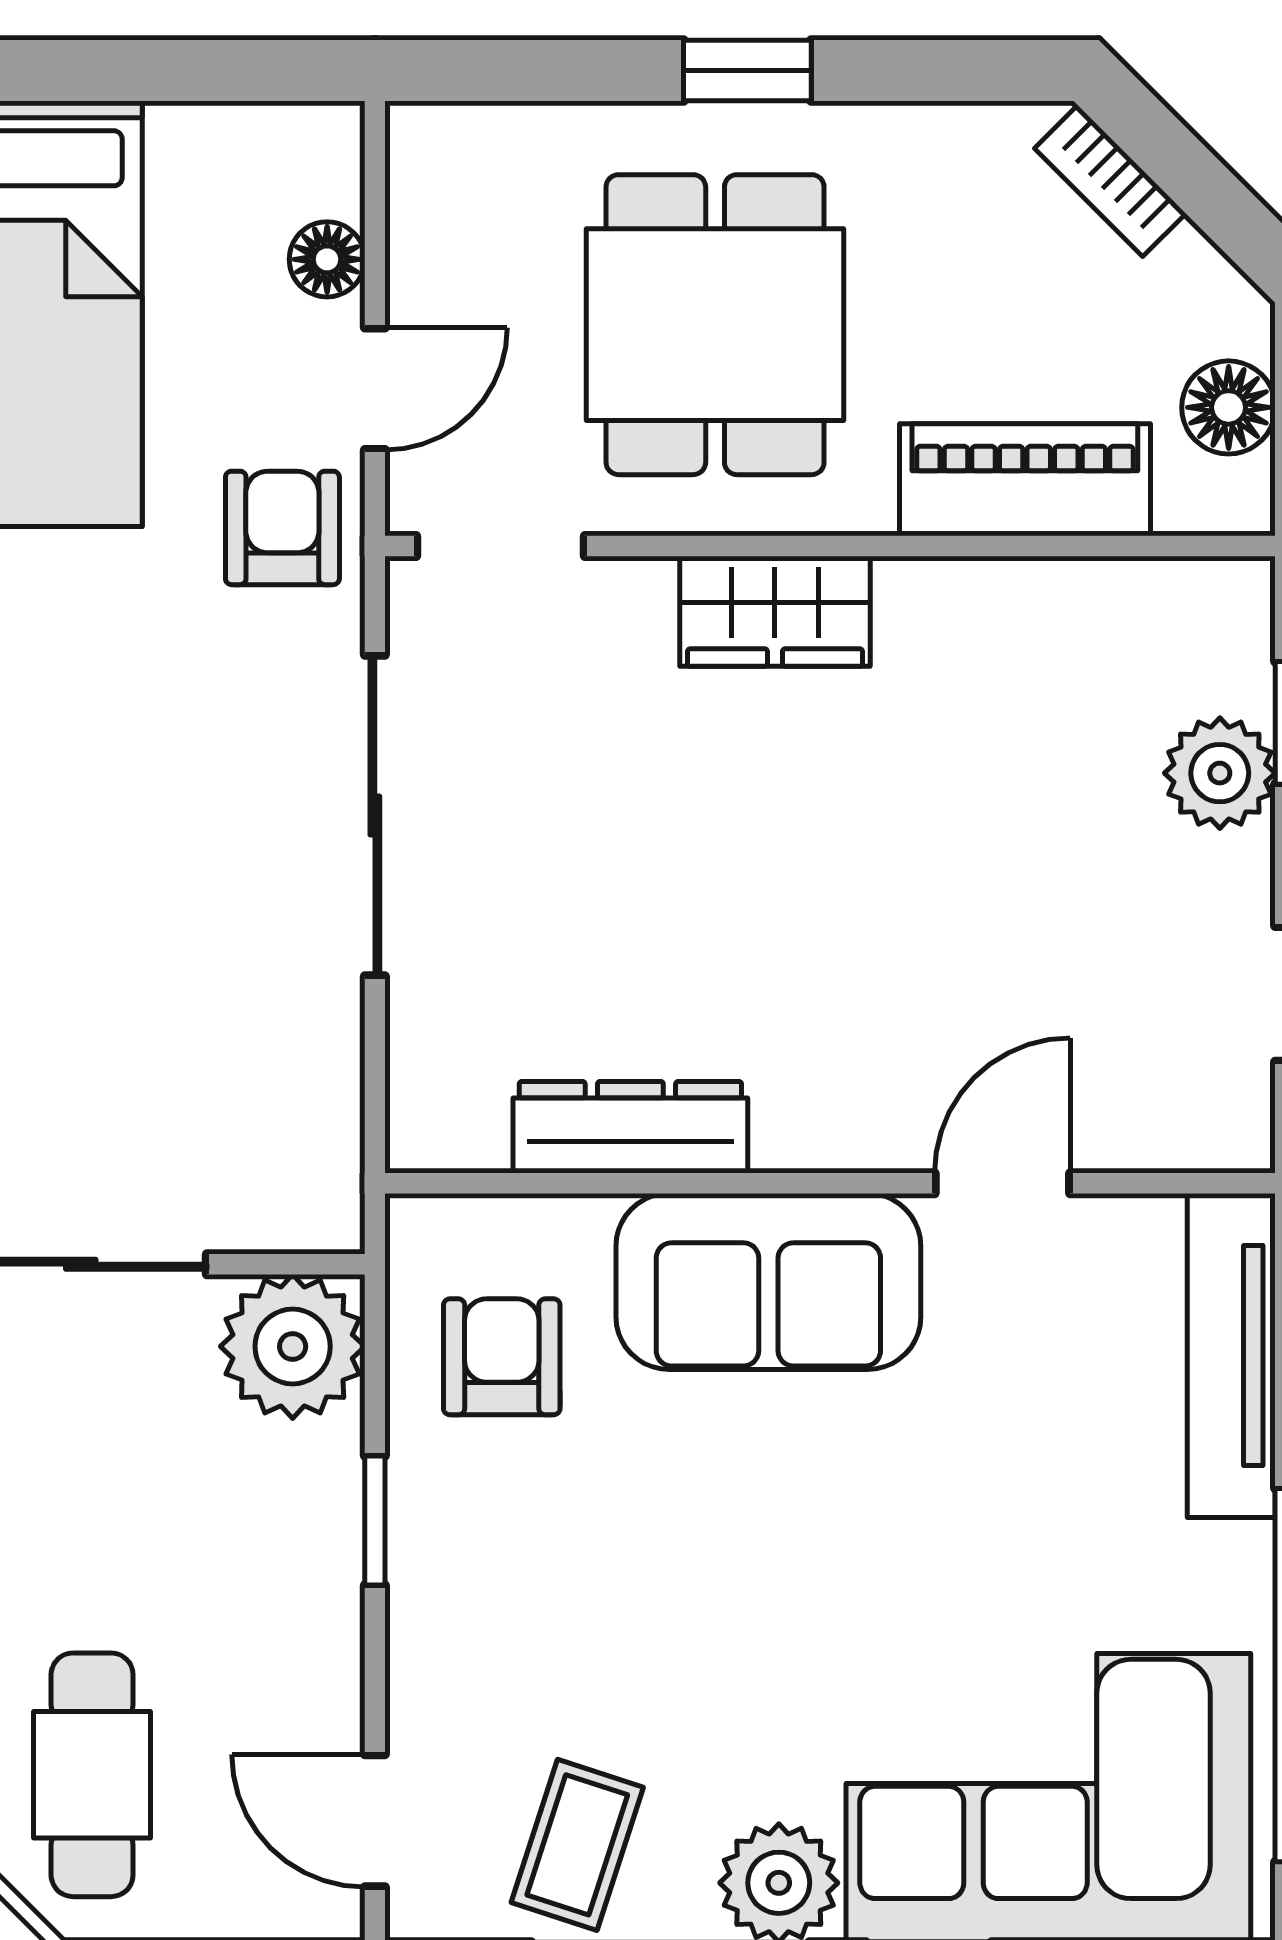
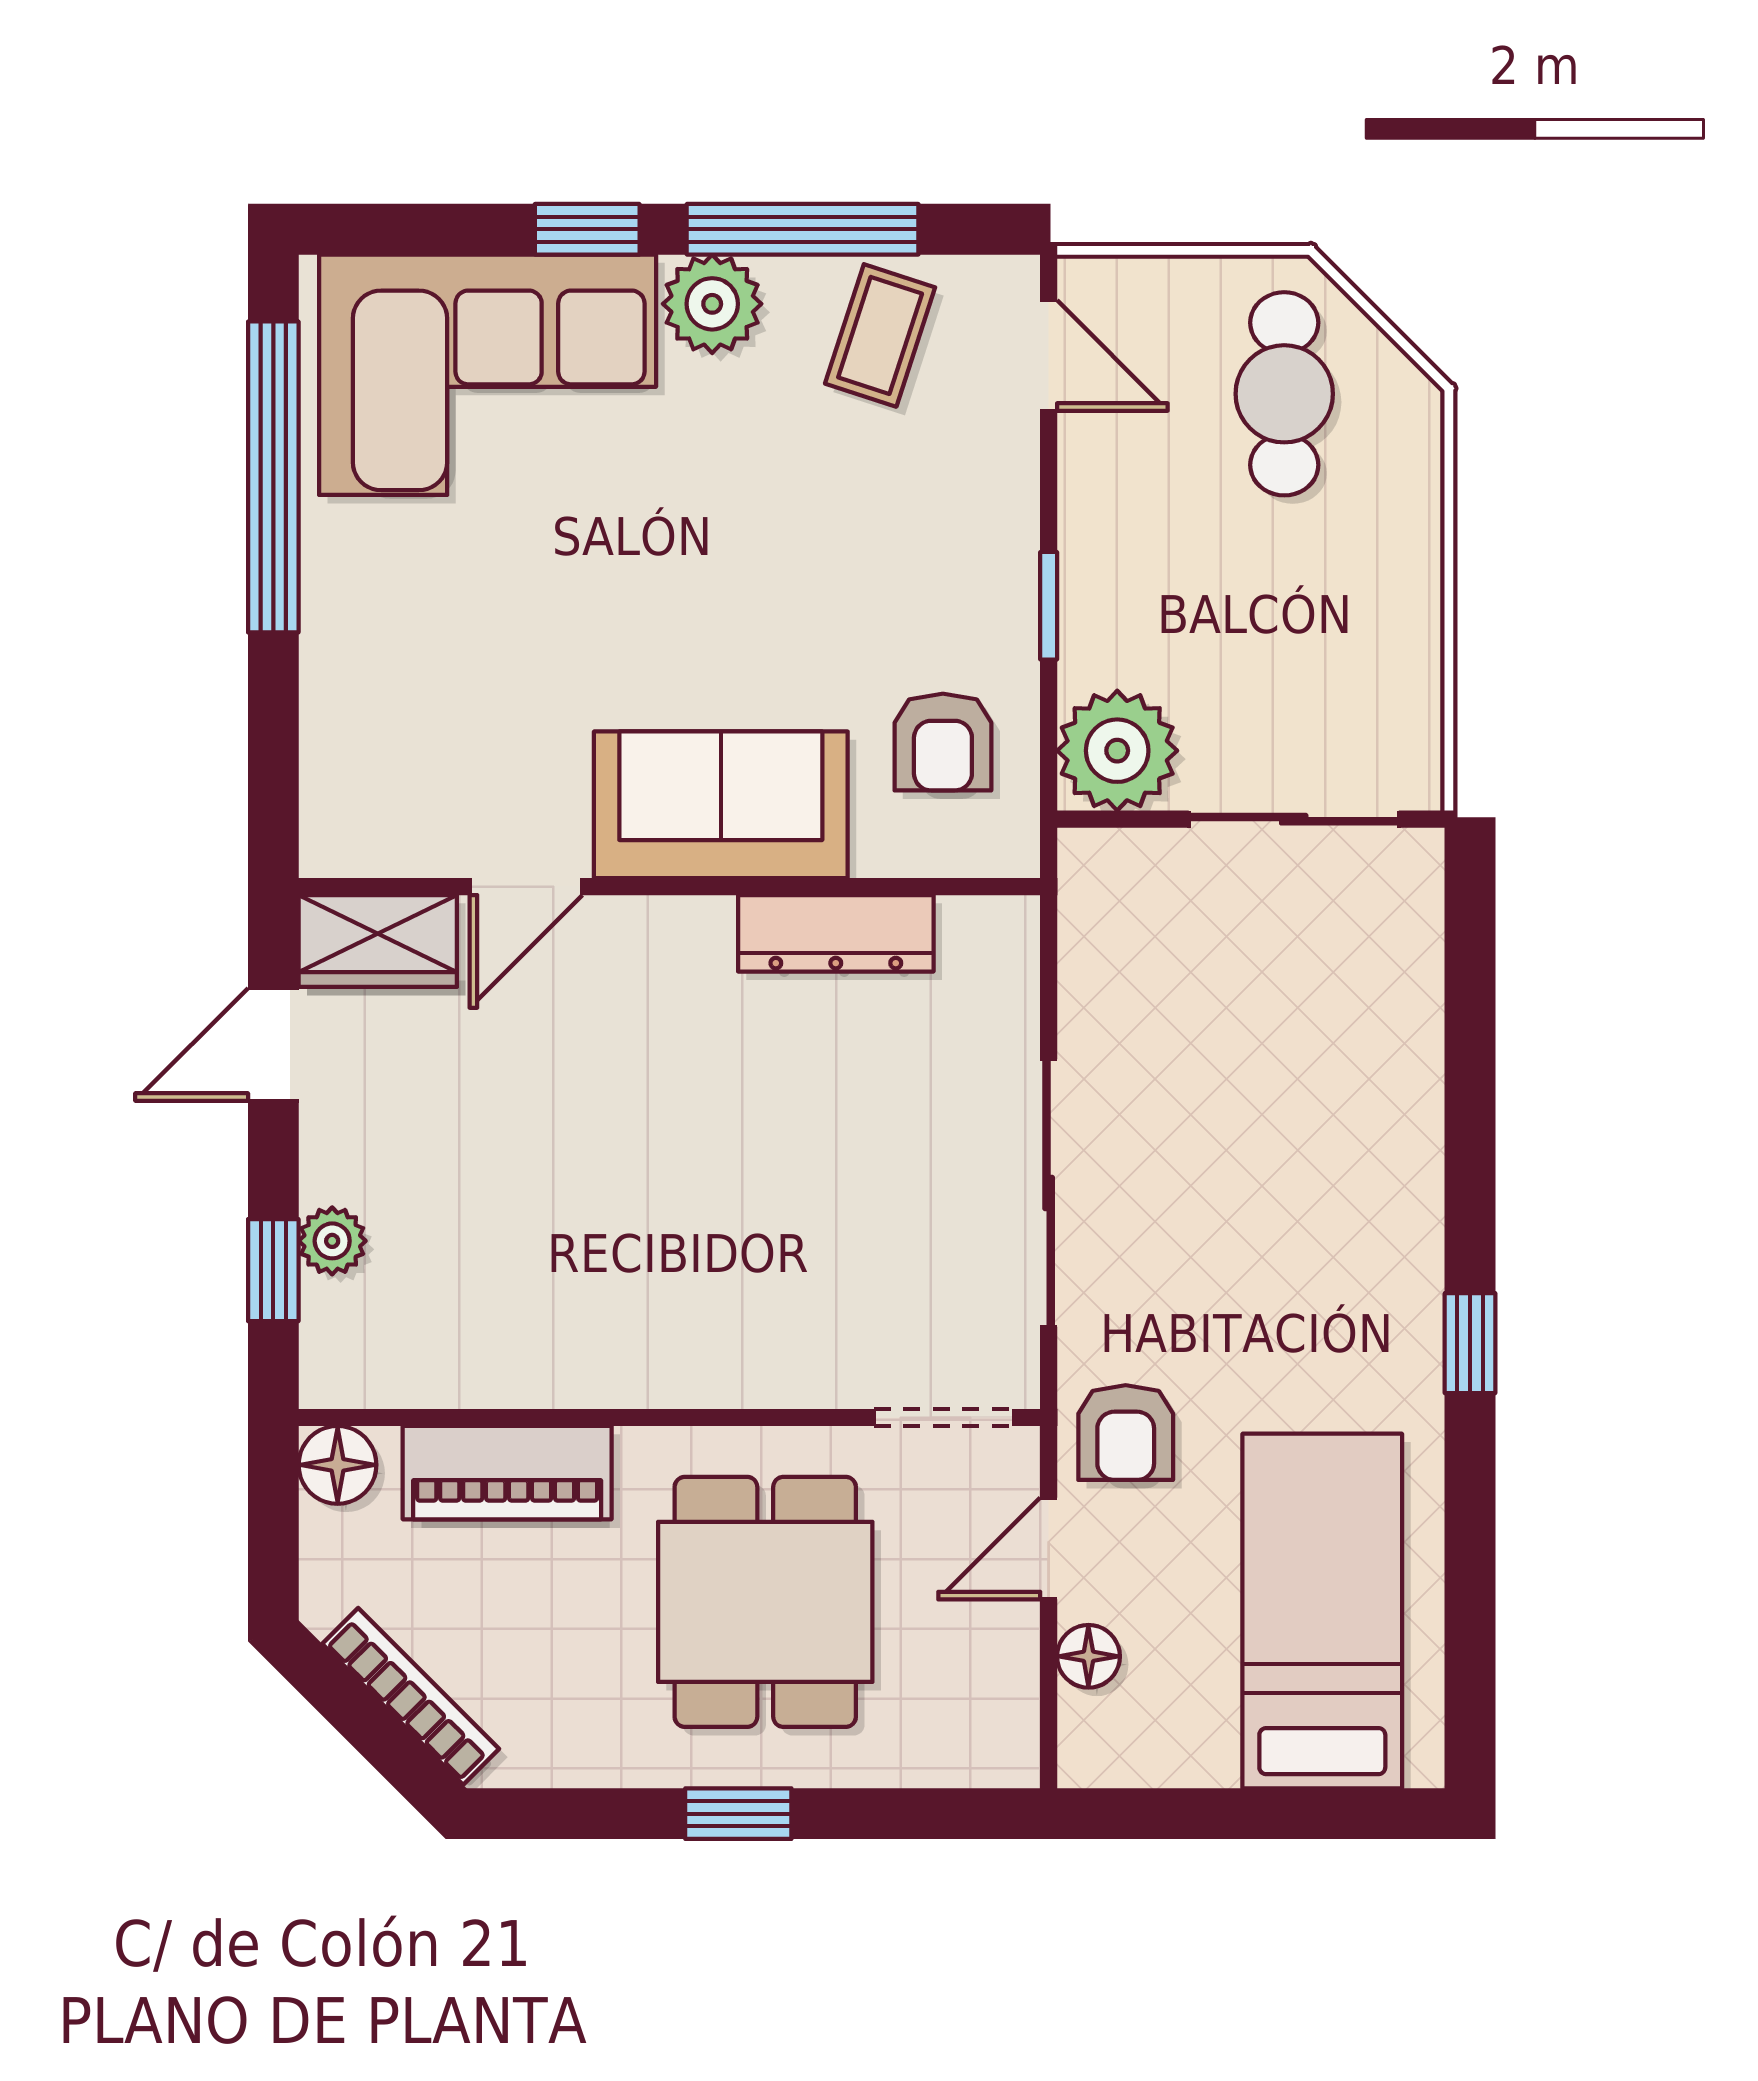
bookcase: (1110, 181) -> (411, 1696), width x1.56
floor lamp: (1229, 407) -> (338, 1465), moved
wardrobe: (775, 611) -> (378, 941), moved, turned 180
plant: (1220, 773) -> (332, 1241), width x0.73, depth x0.73
tv unit: (1231, 1355) -> (335, 743), removed

